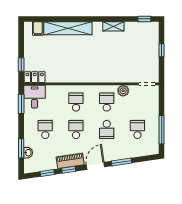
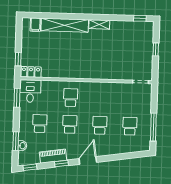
shelving: (113, 26) -> (99, 24), moved
plant: (123, 91) -> (117, 88), removed
school desk: (107, 102) -> (101, 98), removed
school desk: (107, 130) -> (100, 125), turned 180
piano: (70, 161) -> (53, 156), moved
window: (121, 162) -> (113, 158), removed
window: (47, 173) -> (30, 167), moved

